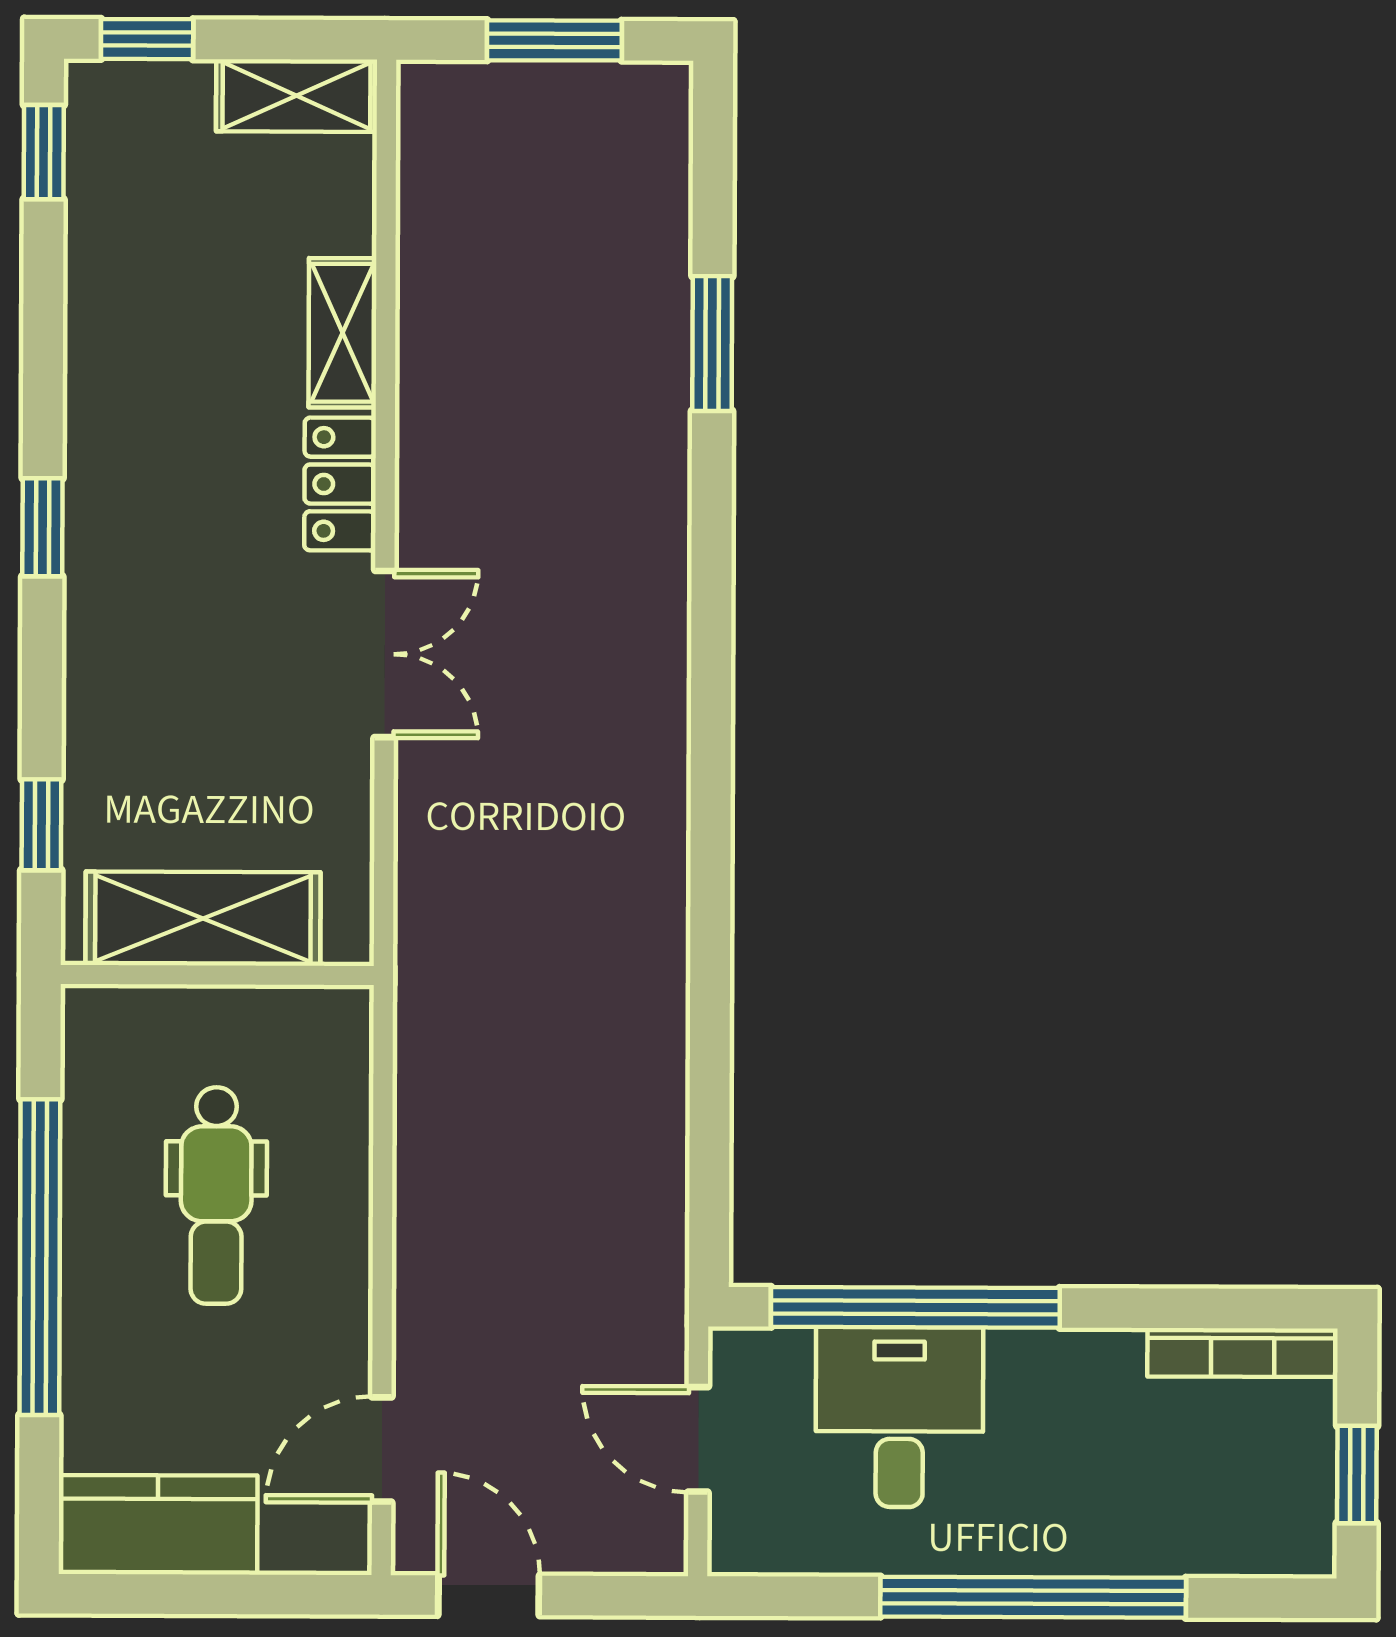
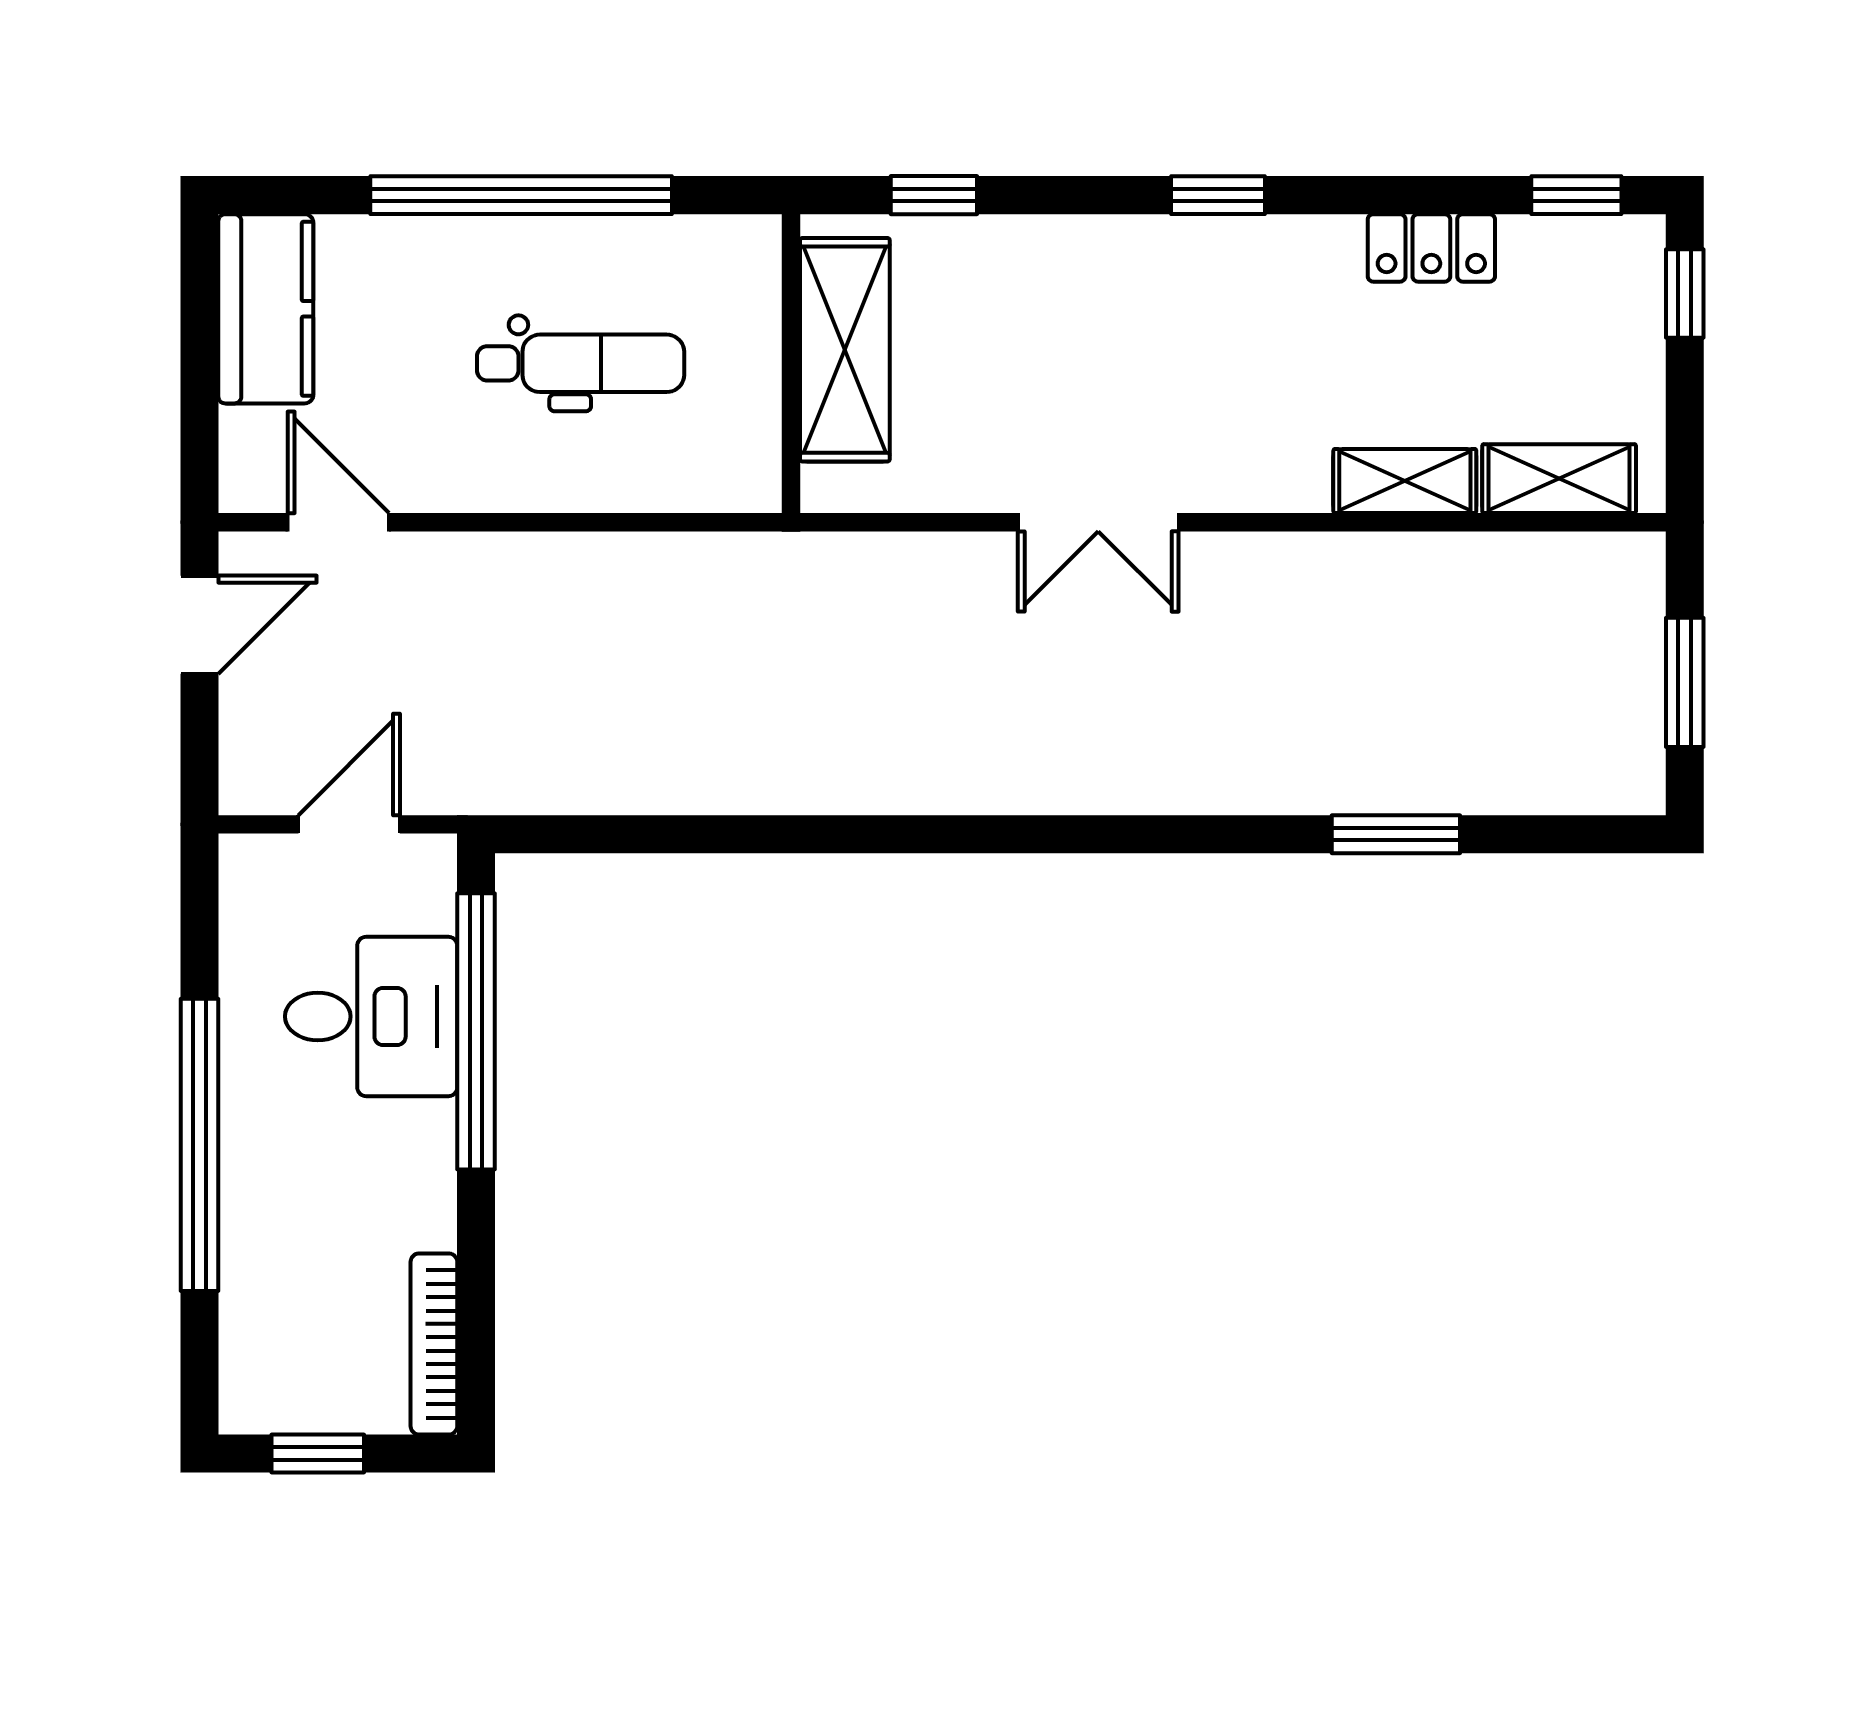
shelving: (297, 96) -> (1559, 479), moved, turned 90
locker: (340, 484) -> (1431, 248), moved, turned 180
dental chair: (216, 1195) -> (581, 363), turned 180

